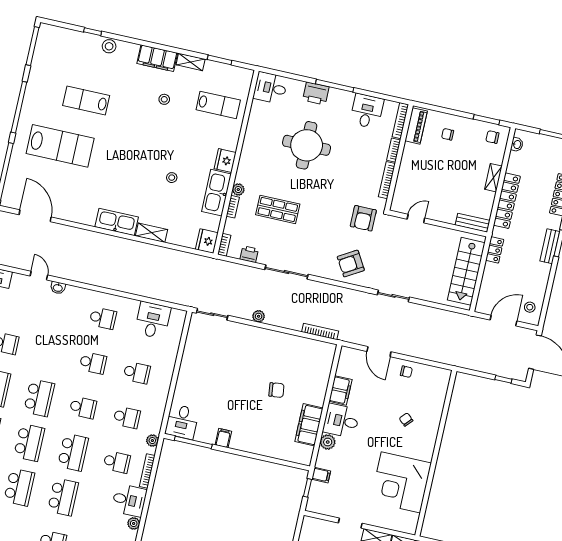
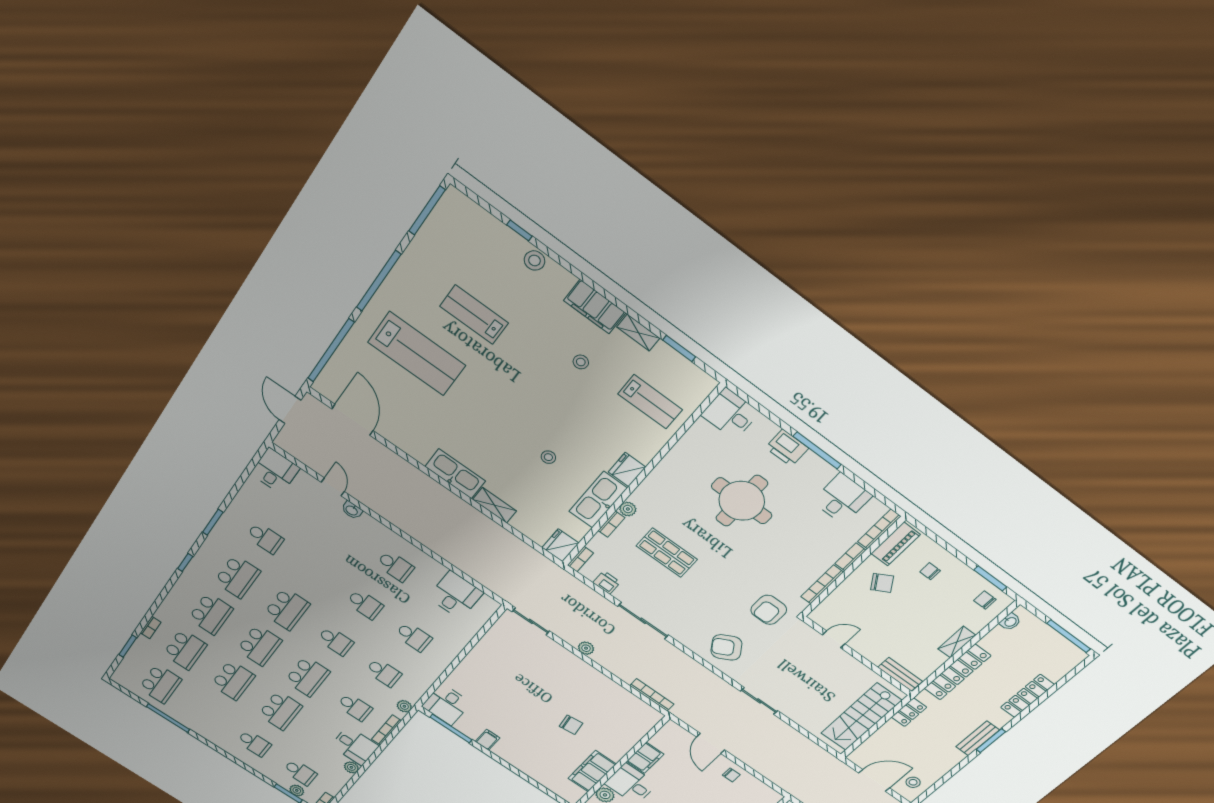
chair: (423, 159) -> (882, 583), added

